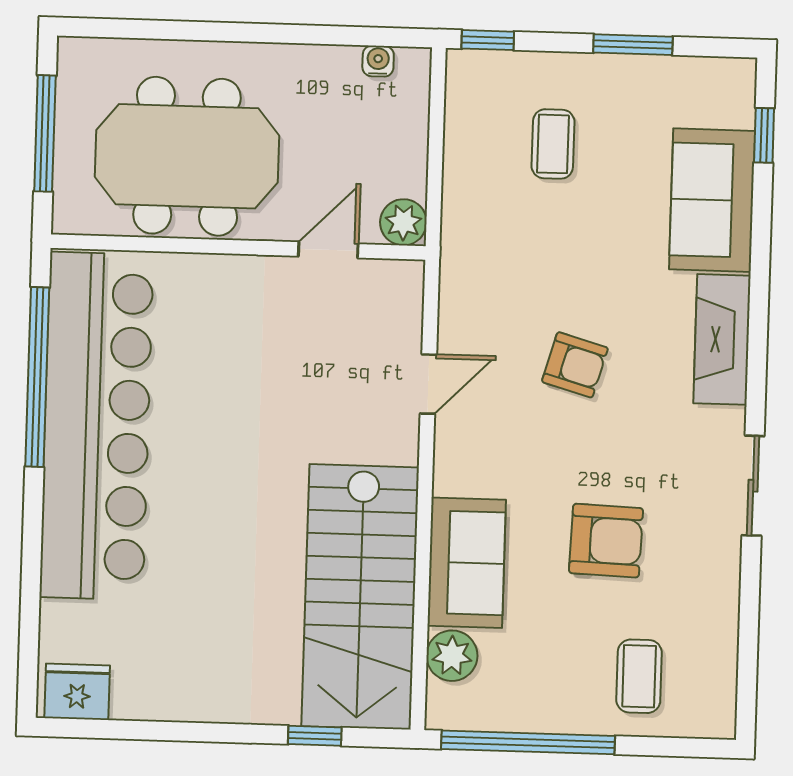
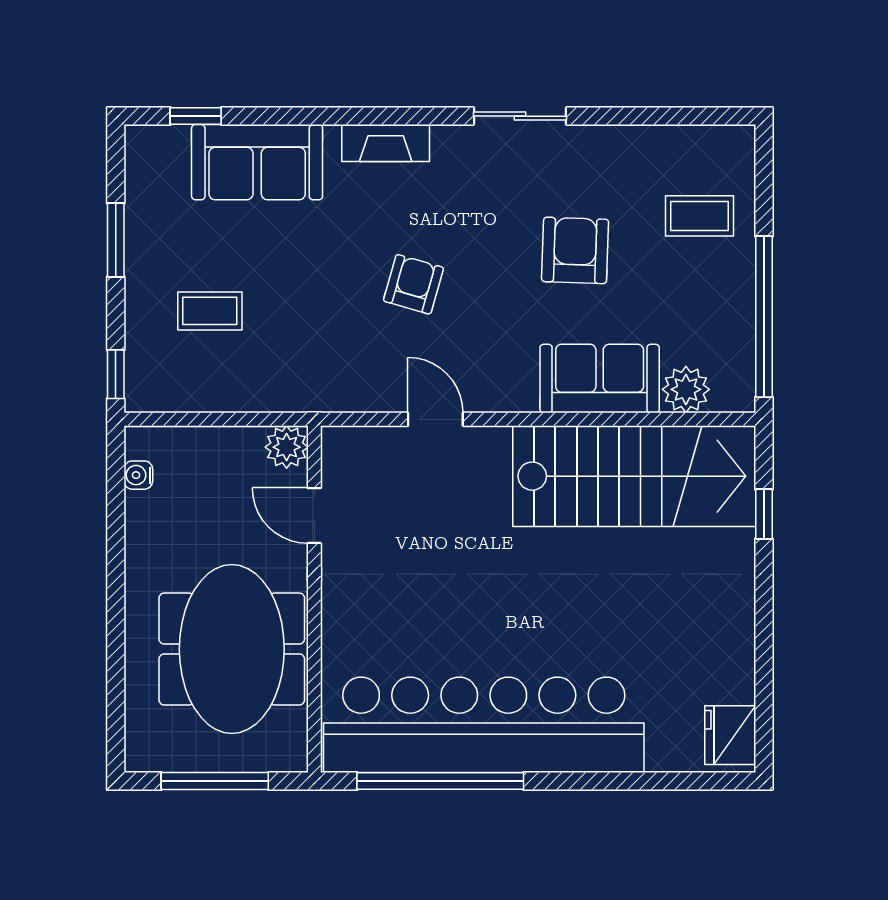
fireplace: (722, 339) -> (386, 143), width x0.73, depth x0.76

